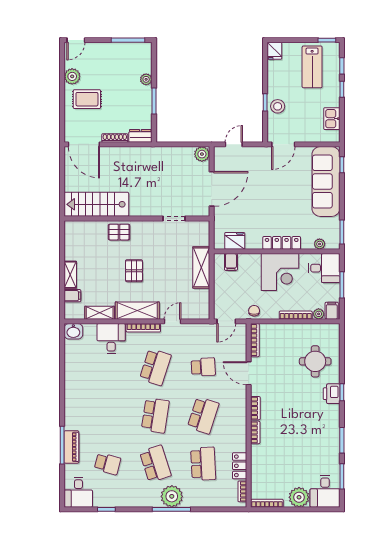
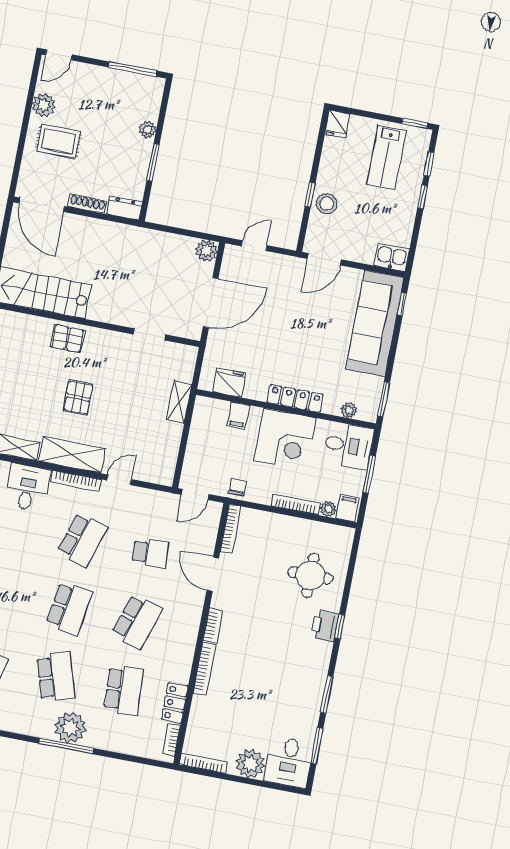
kitchen sink: (332, 119) -> (392, 257), moved, turned 90
filing cabinet: (231, 262) -> (238, 415), moved
shelving: (201, 267) -> (179, 402), width x0.67, depth x0.75
bookcase: (255, 432) -> (204, 669), width x1.56

